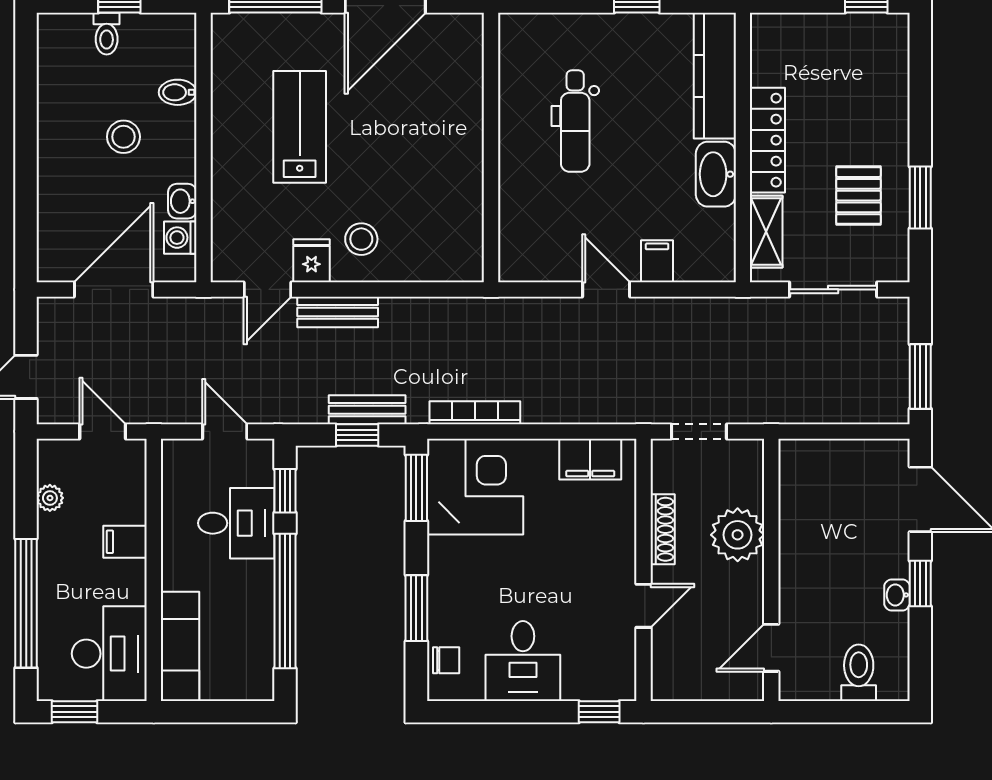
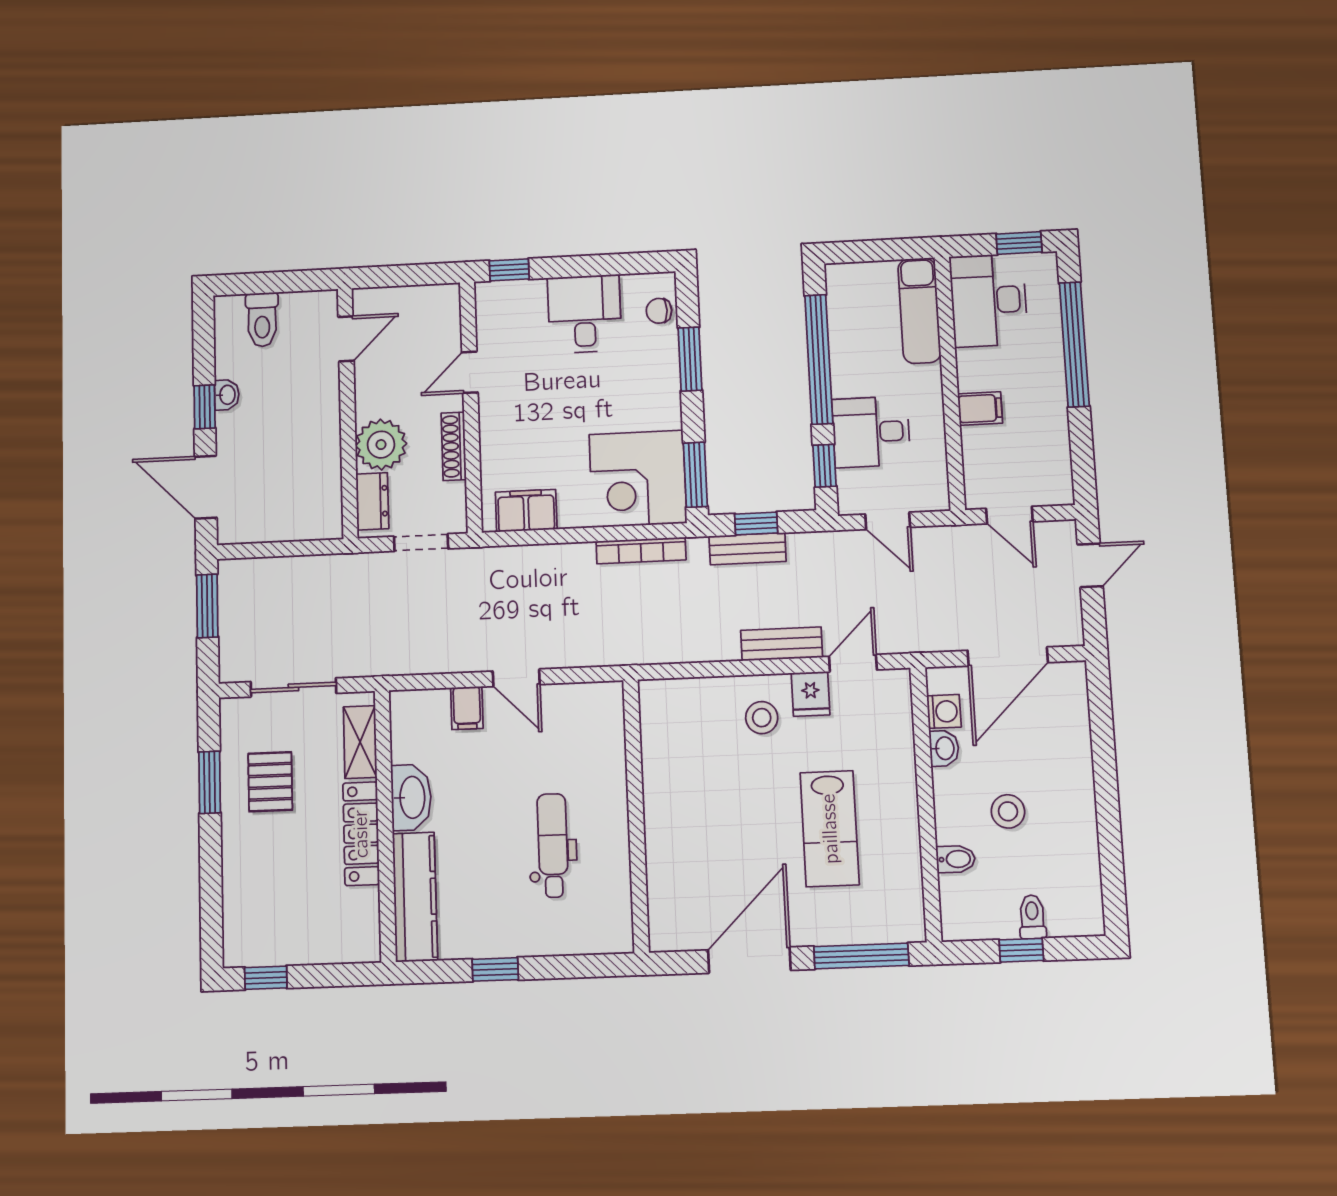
dresser: (748, 476) -> (372, 501), added
plant: (50, 498) -> (1058, 447), removed

